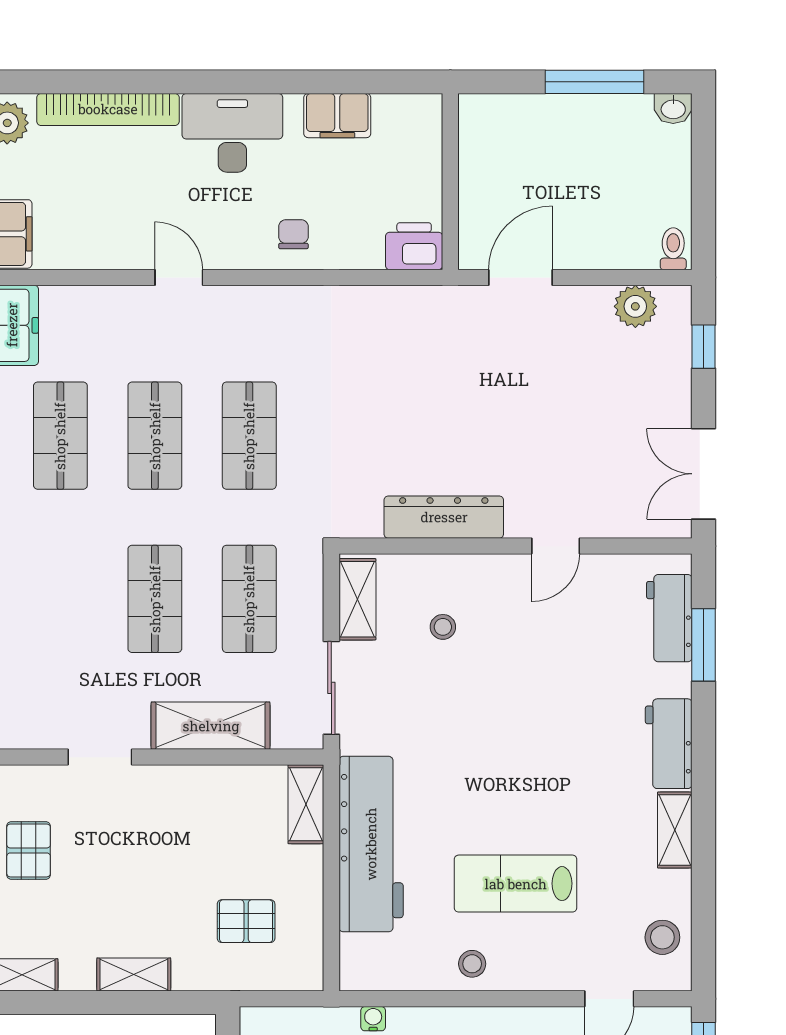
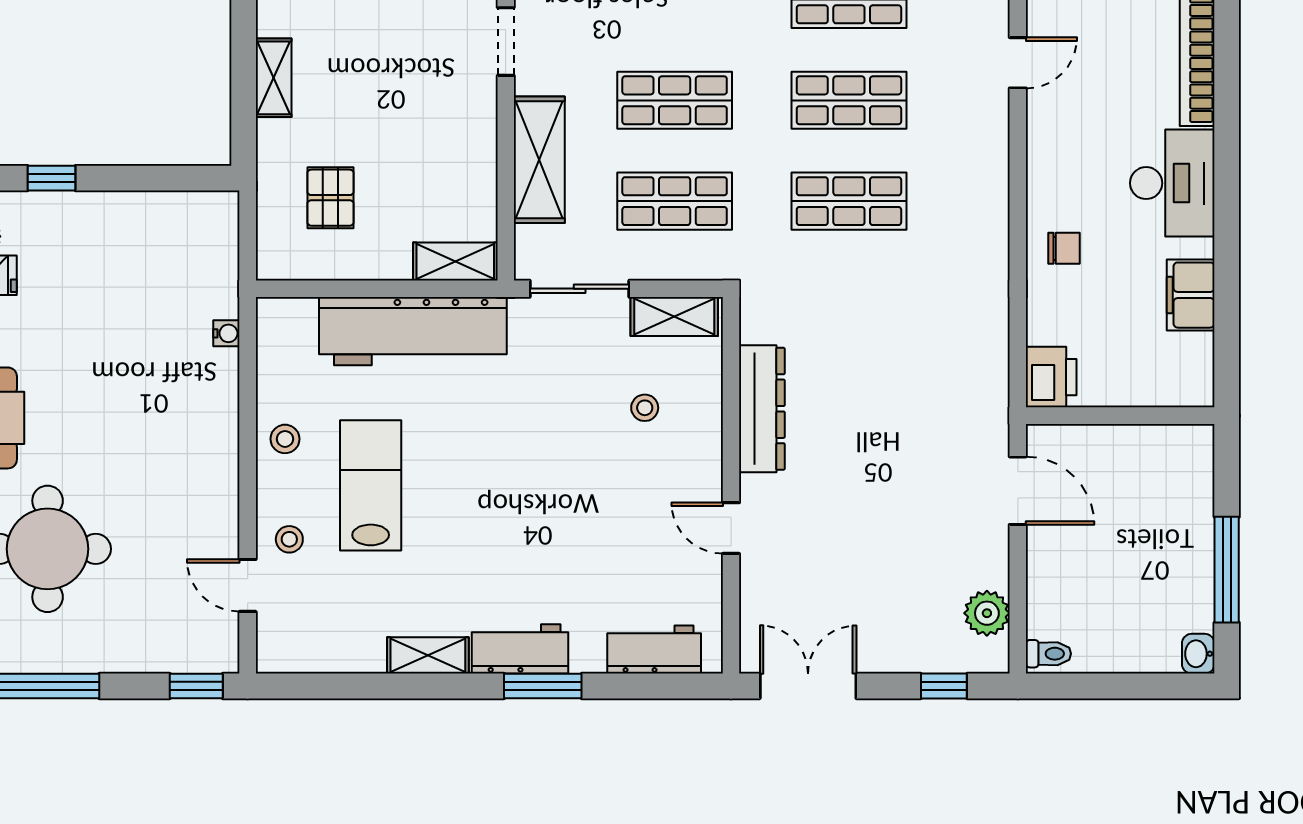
door: (179, 277) -> (1018, 63), moved
window: (703, 645) -> (543, 686), moved
stool: (662, 937) -> (289, 539), moved, width x0.73, depth x0.73

